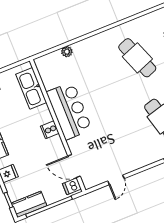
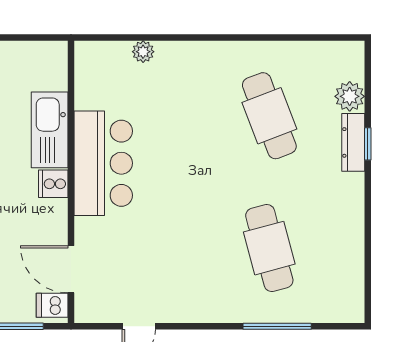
kitchen sink: (31, 88) -> (50, 130), moved

